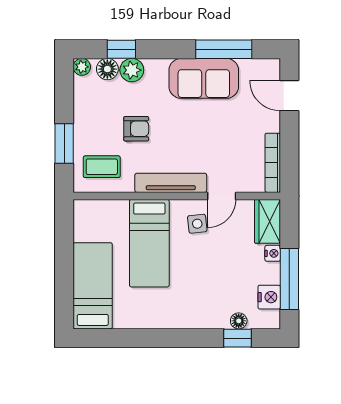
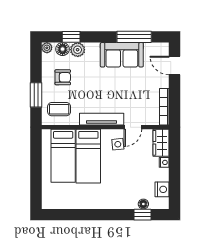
armchair: (136, 129) -> (63, 77), moved
window: (289, 279) -> (174, 178), removed
bed: (93, 286) -> (63, 156), moved, turned 180

